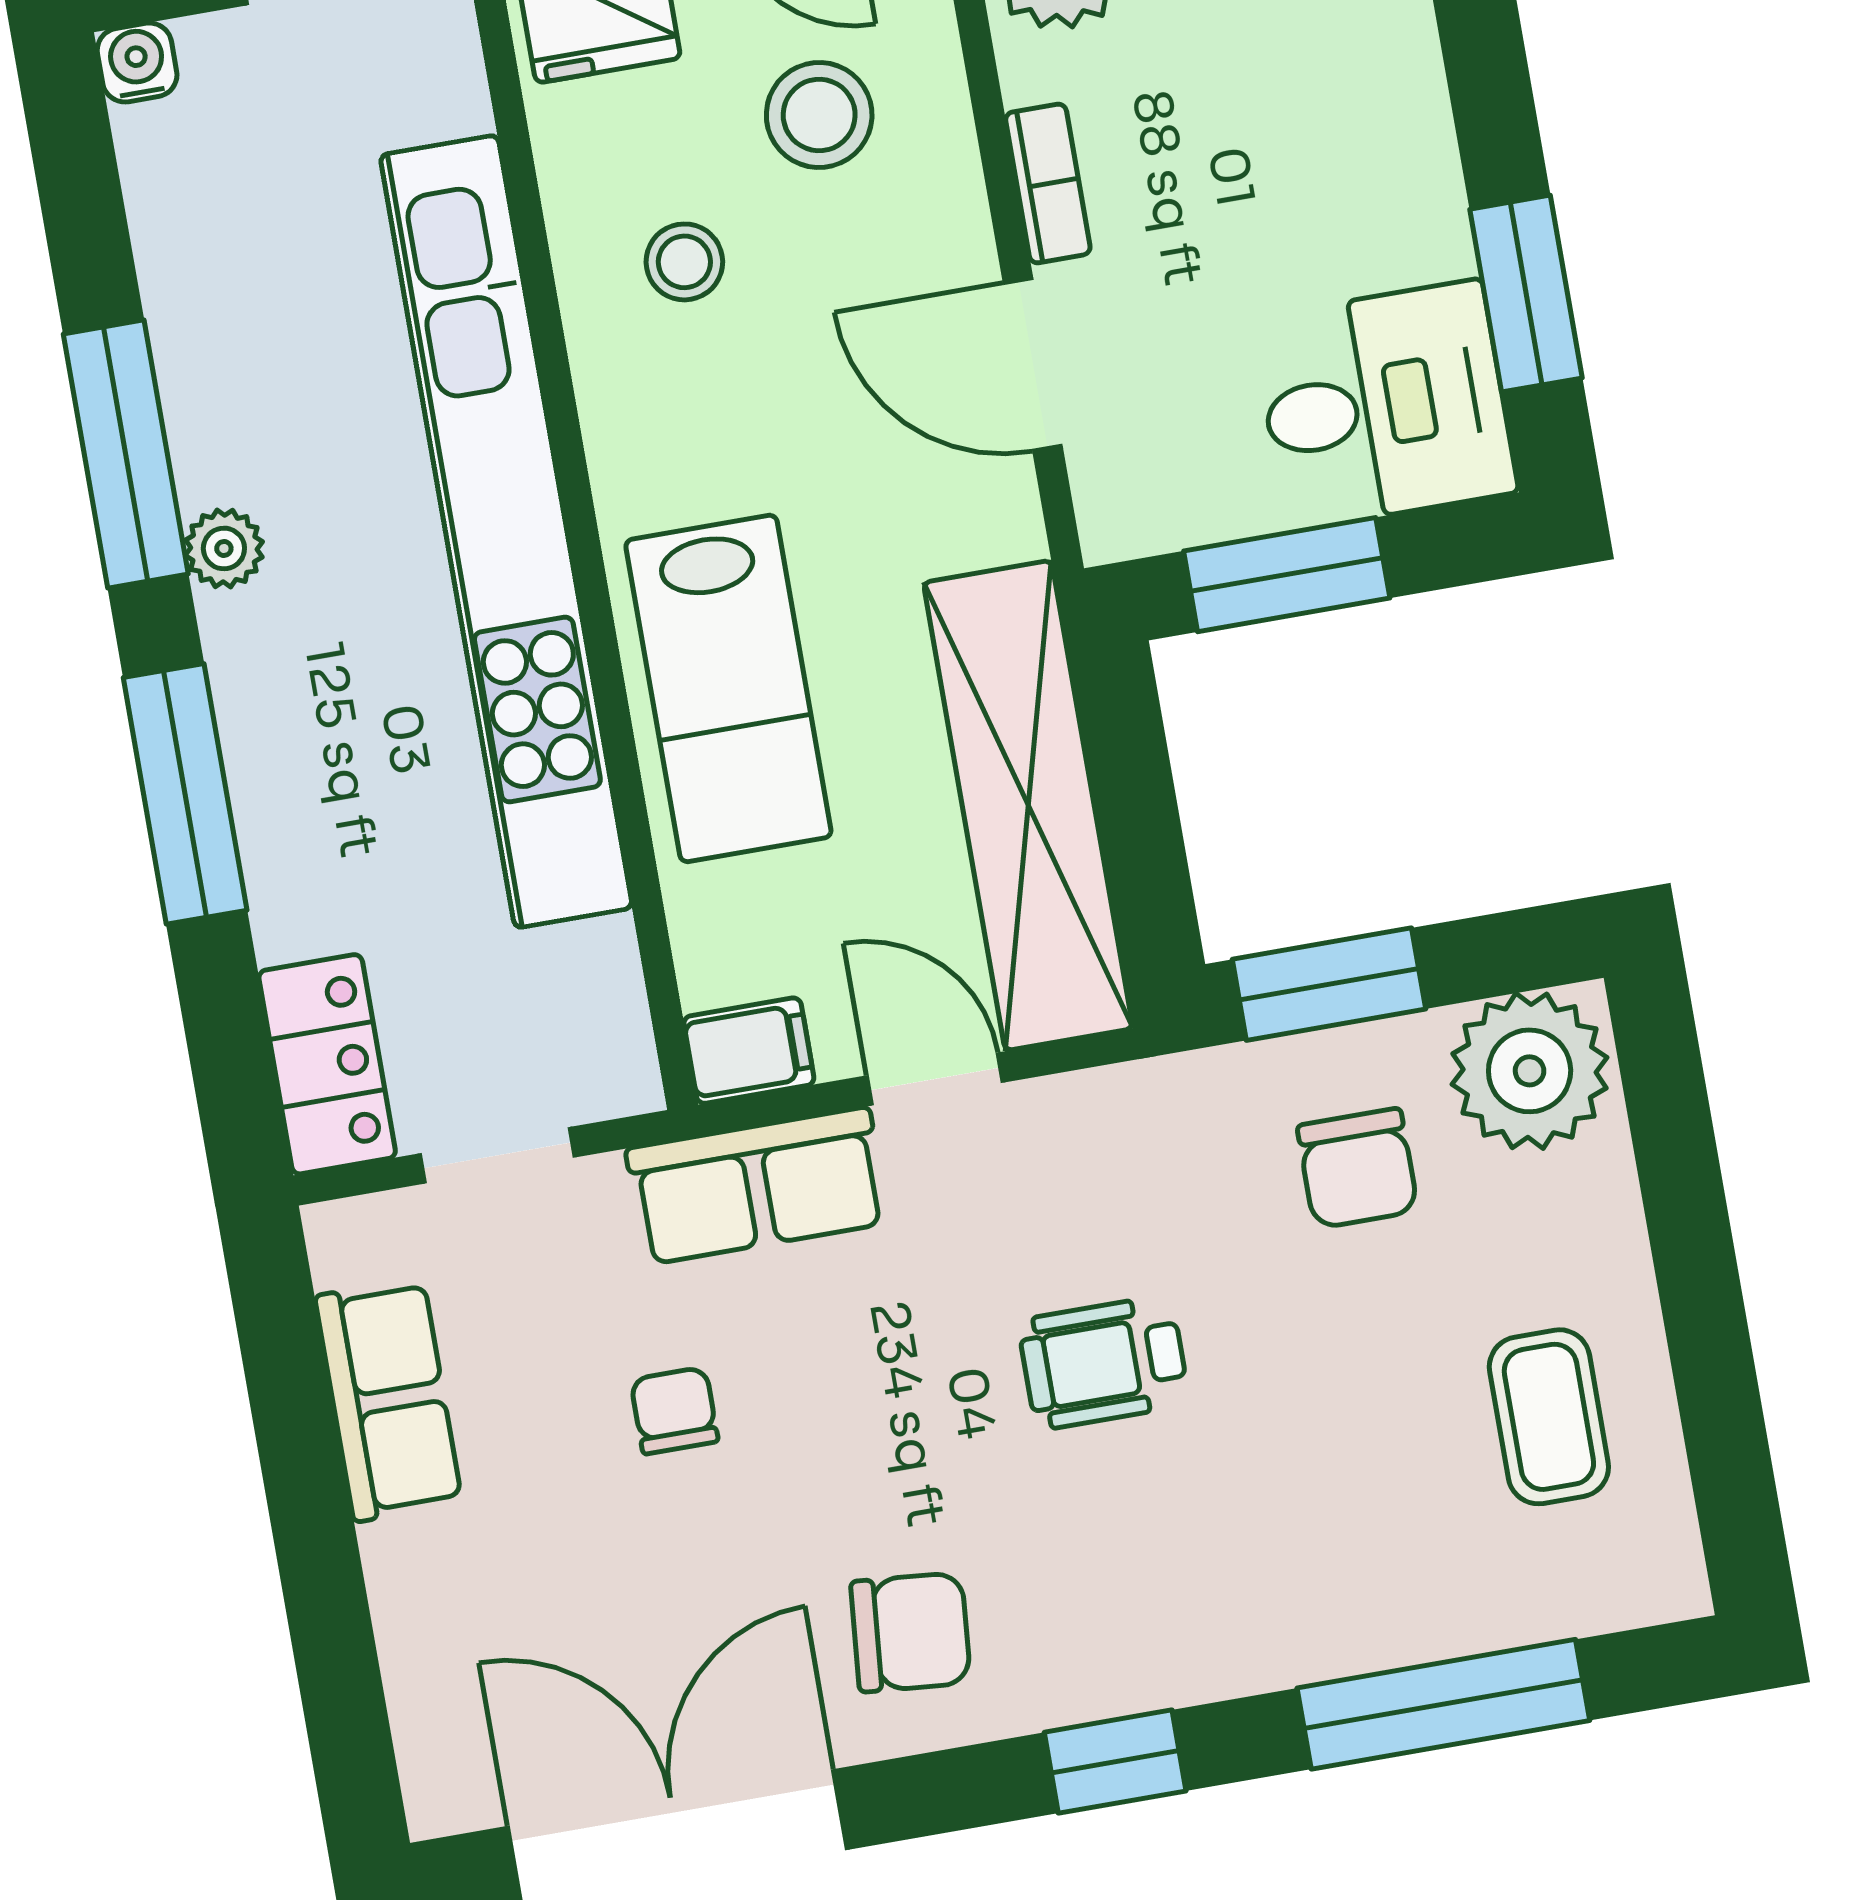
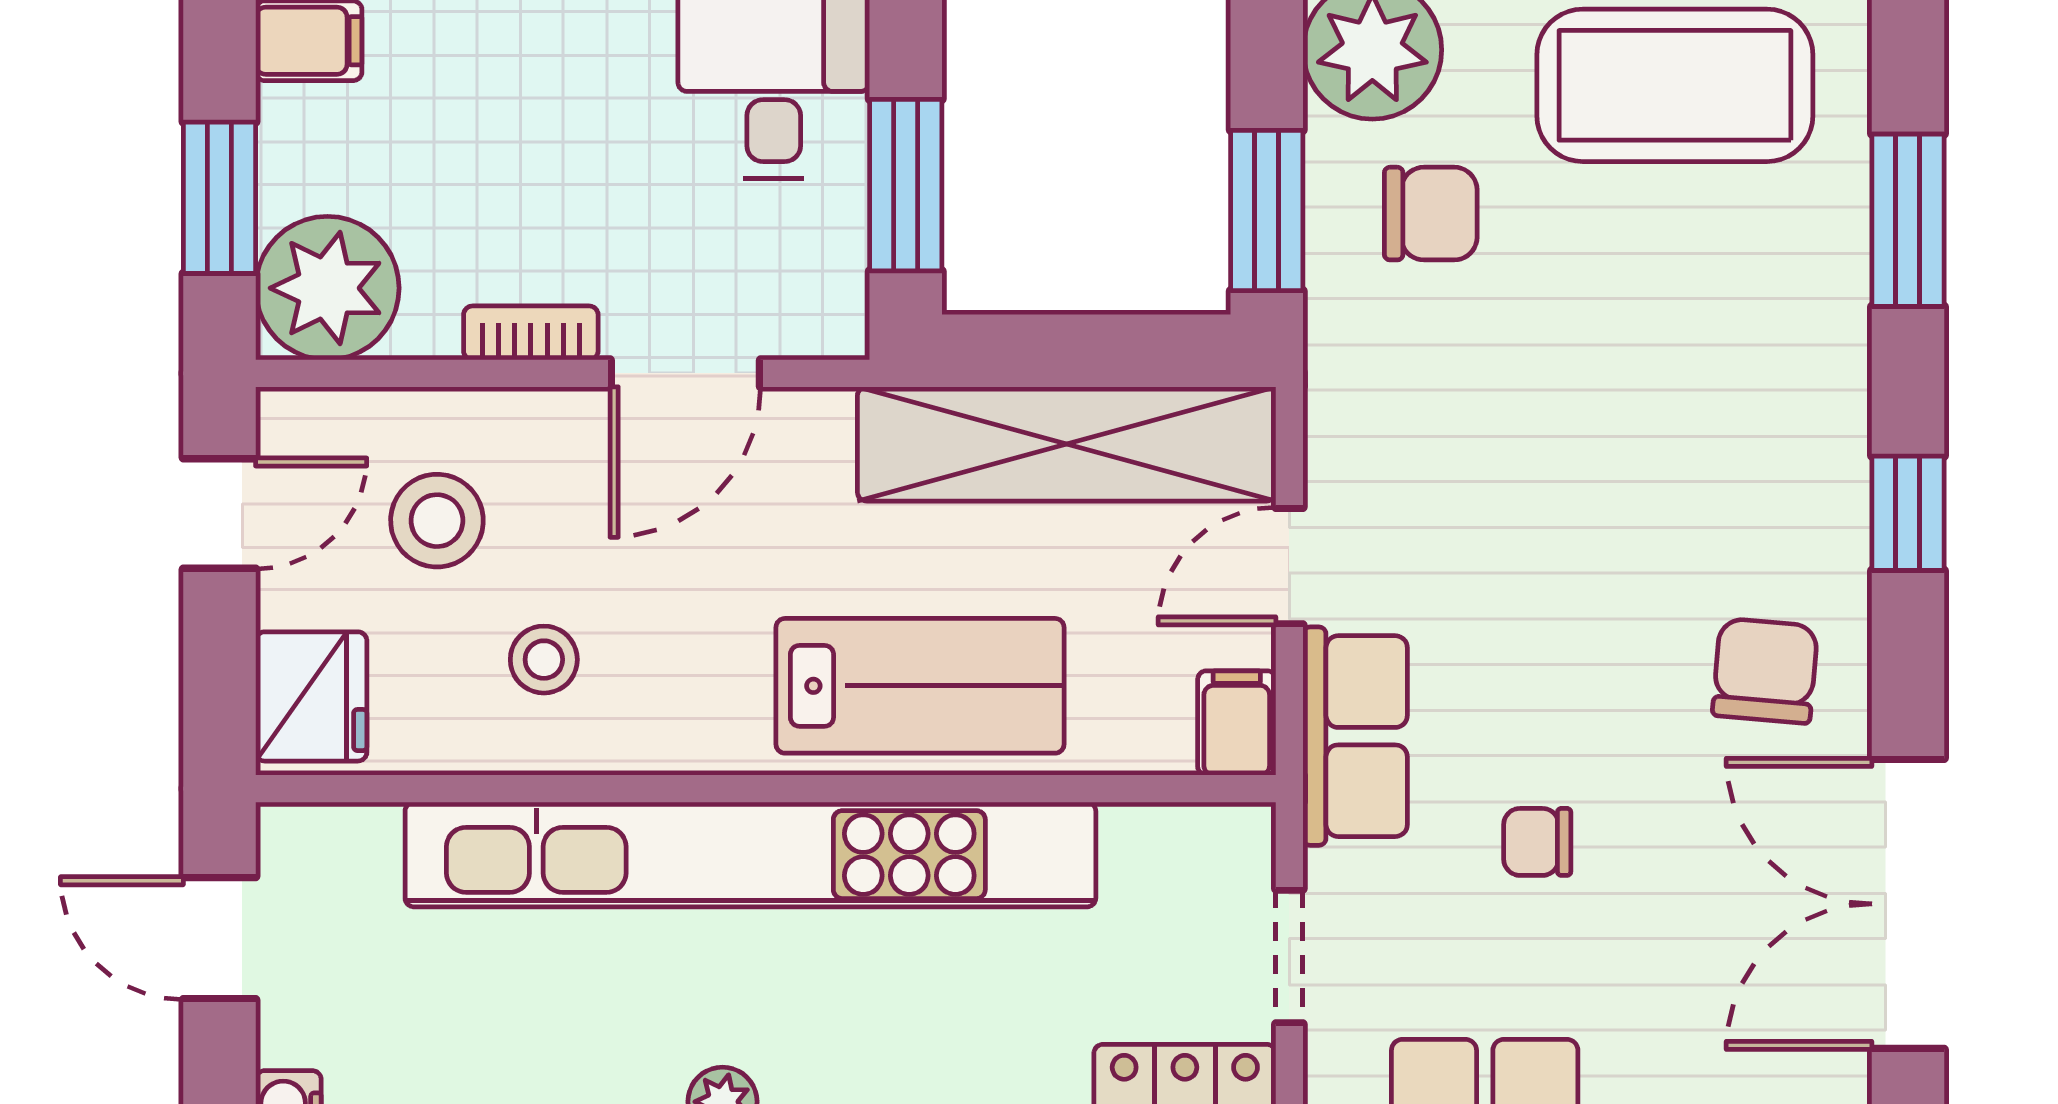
wheelchair: (1104, 1362) -> (1561, 463), removed
coffee table: (1549, 1417) -> (1675, 85), width x1.86, depth x1.72
window: (1443, 1704) -> (1908, 220), width x0.69

